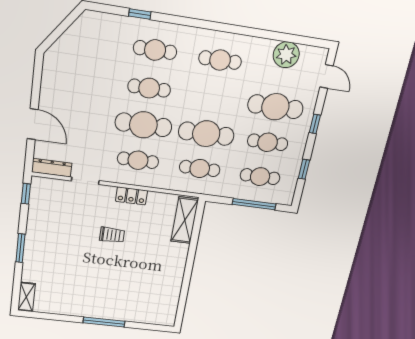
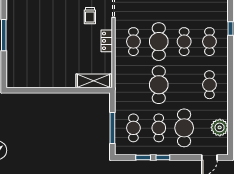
window: (315, 124) -> (163, 158), moved
cafe table: (200, 169) -> (133, 85), removed
trolley: (112, 235) -> (90, 16), moved

